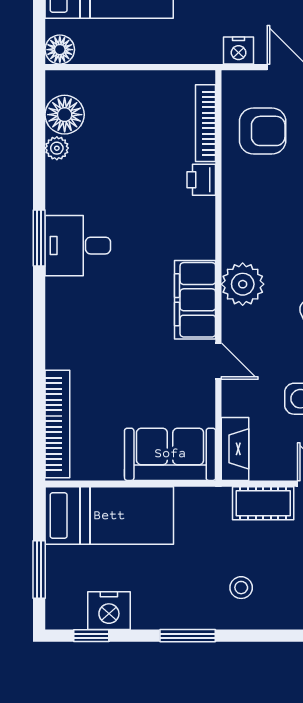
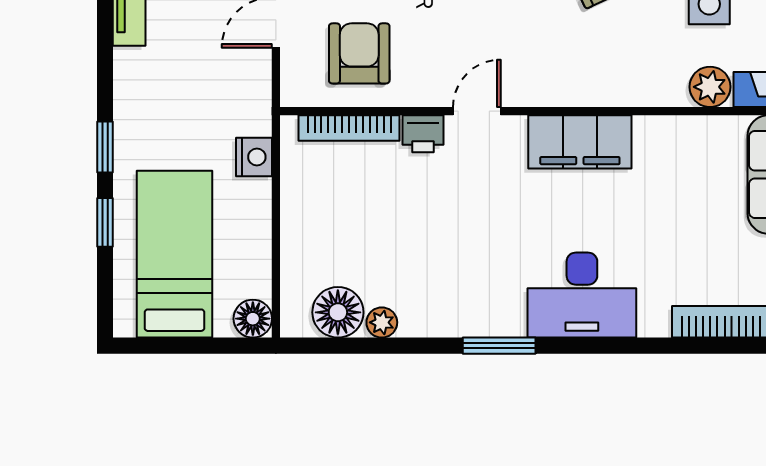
nightstand: (239, 50) -> (254, 157), moved
desk: (78, 246) -> (582, 295), moved, width x1.37
plant: (243, 284) -> (710, 87), moved, width x0.73, depth x0.73
door: (218, 361) -> (477, 111), moved

